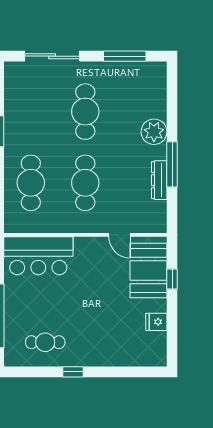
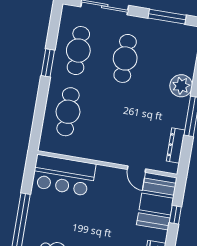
dresser: (159, 180) -> (176, 145), moved
cafe table: (85, 183) -> (78, 51), moved

